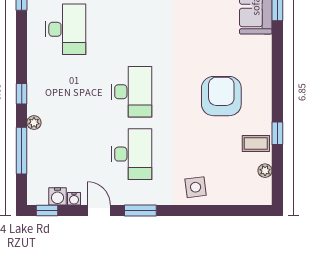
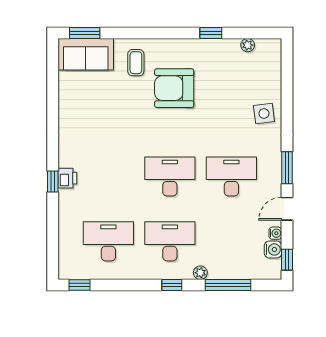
desk: (66, 92) -> (170, 241), added
coffee table: (256, 143) -> (136, 63), moved

